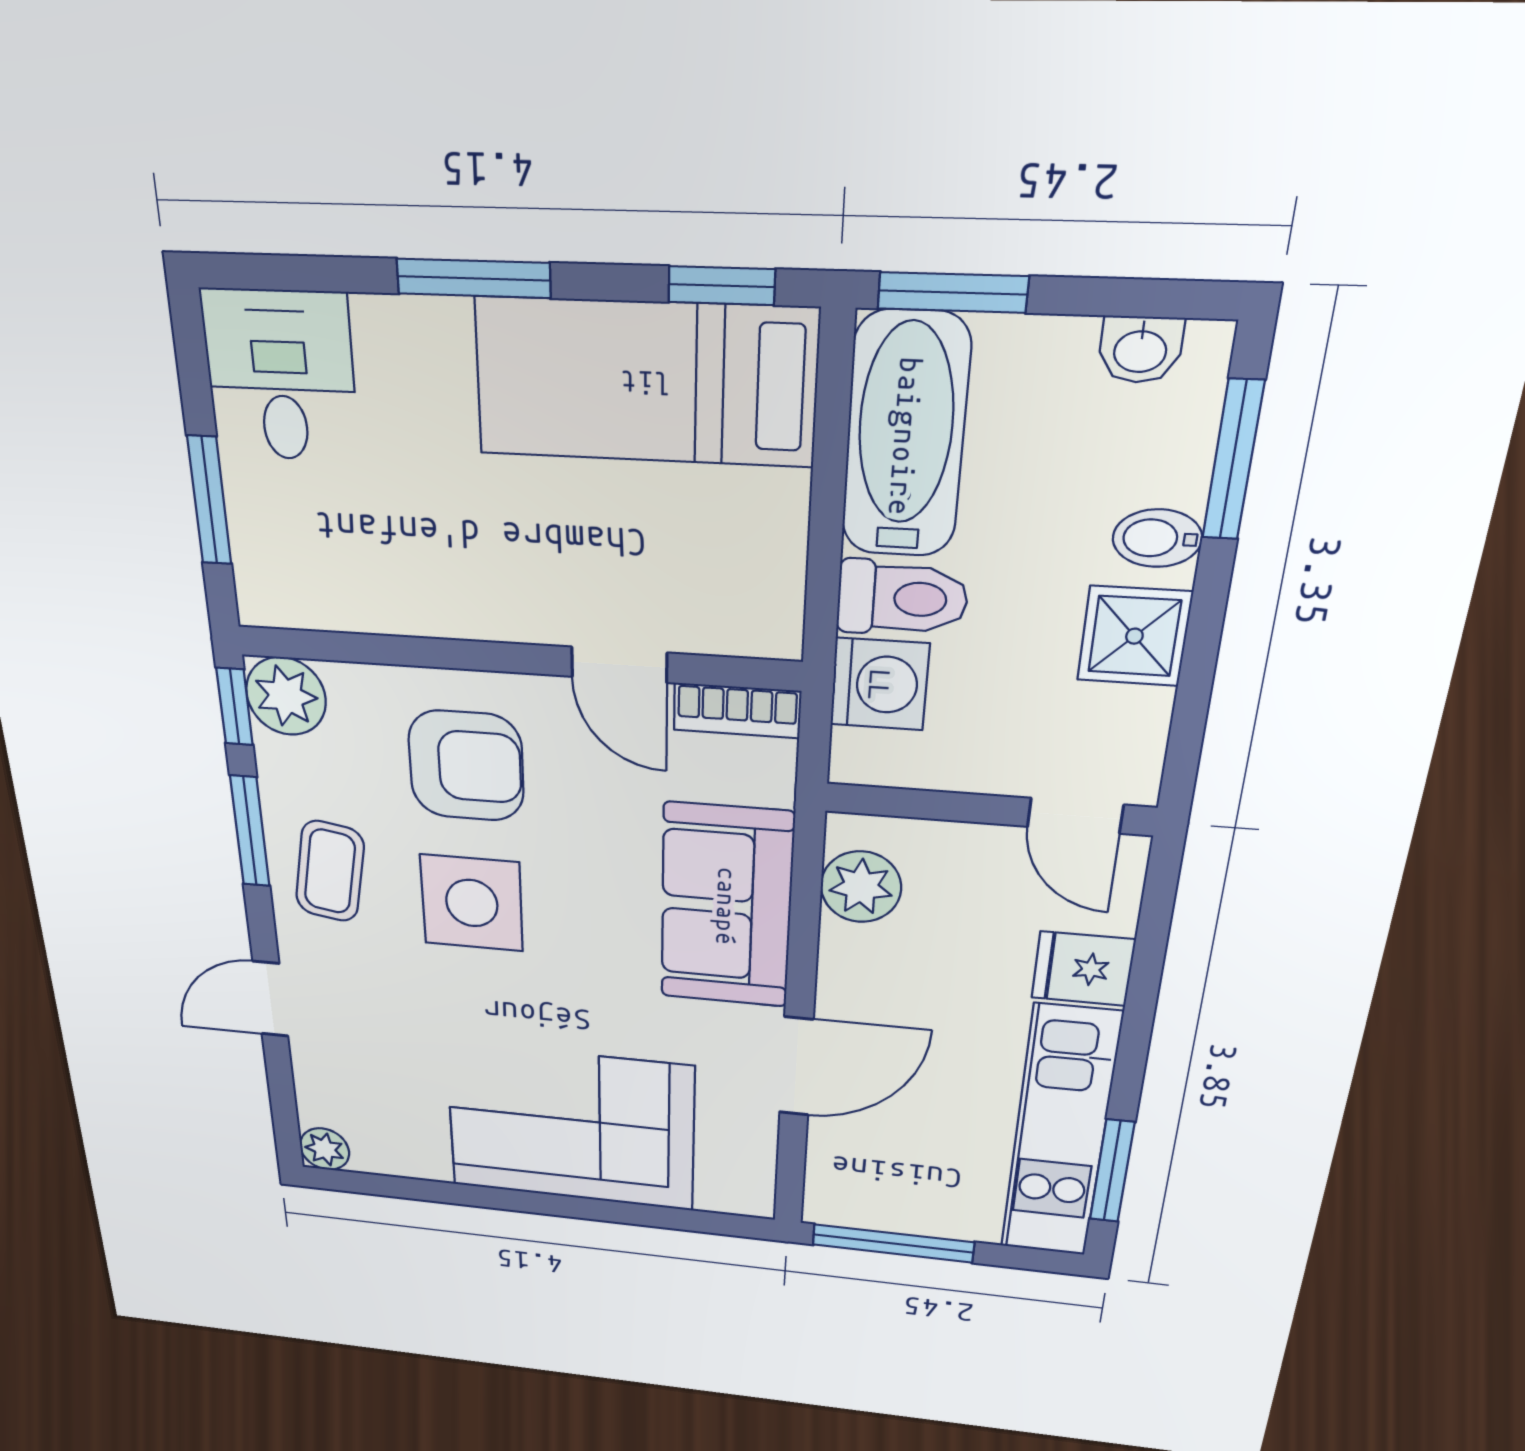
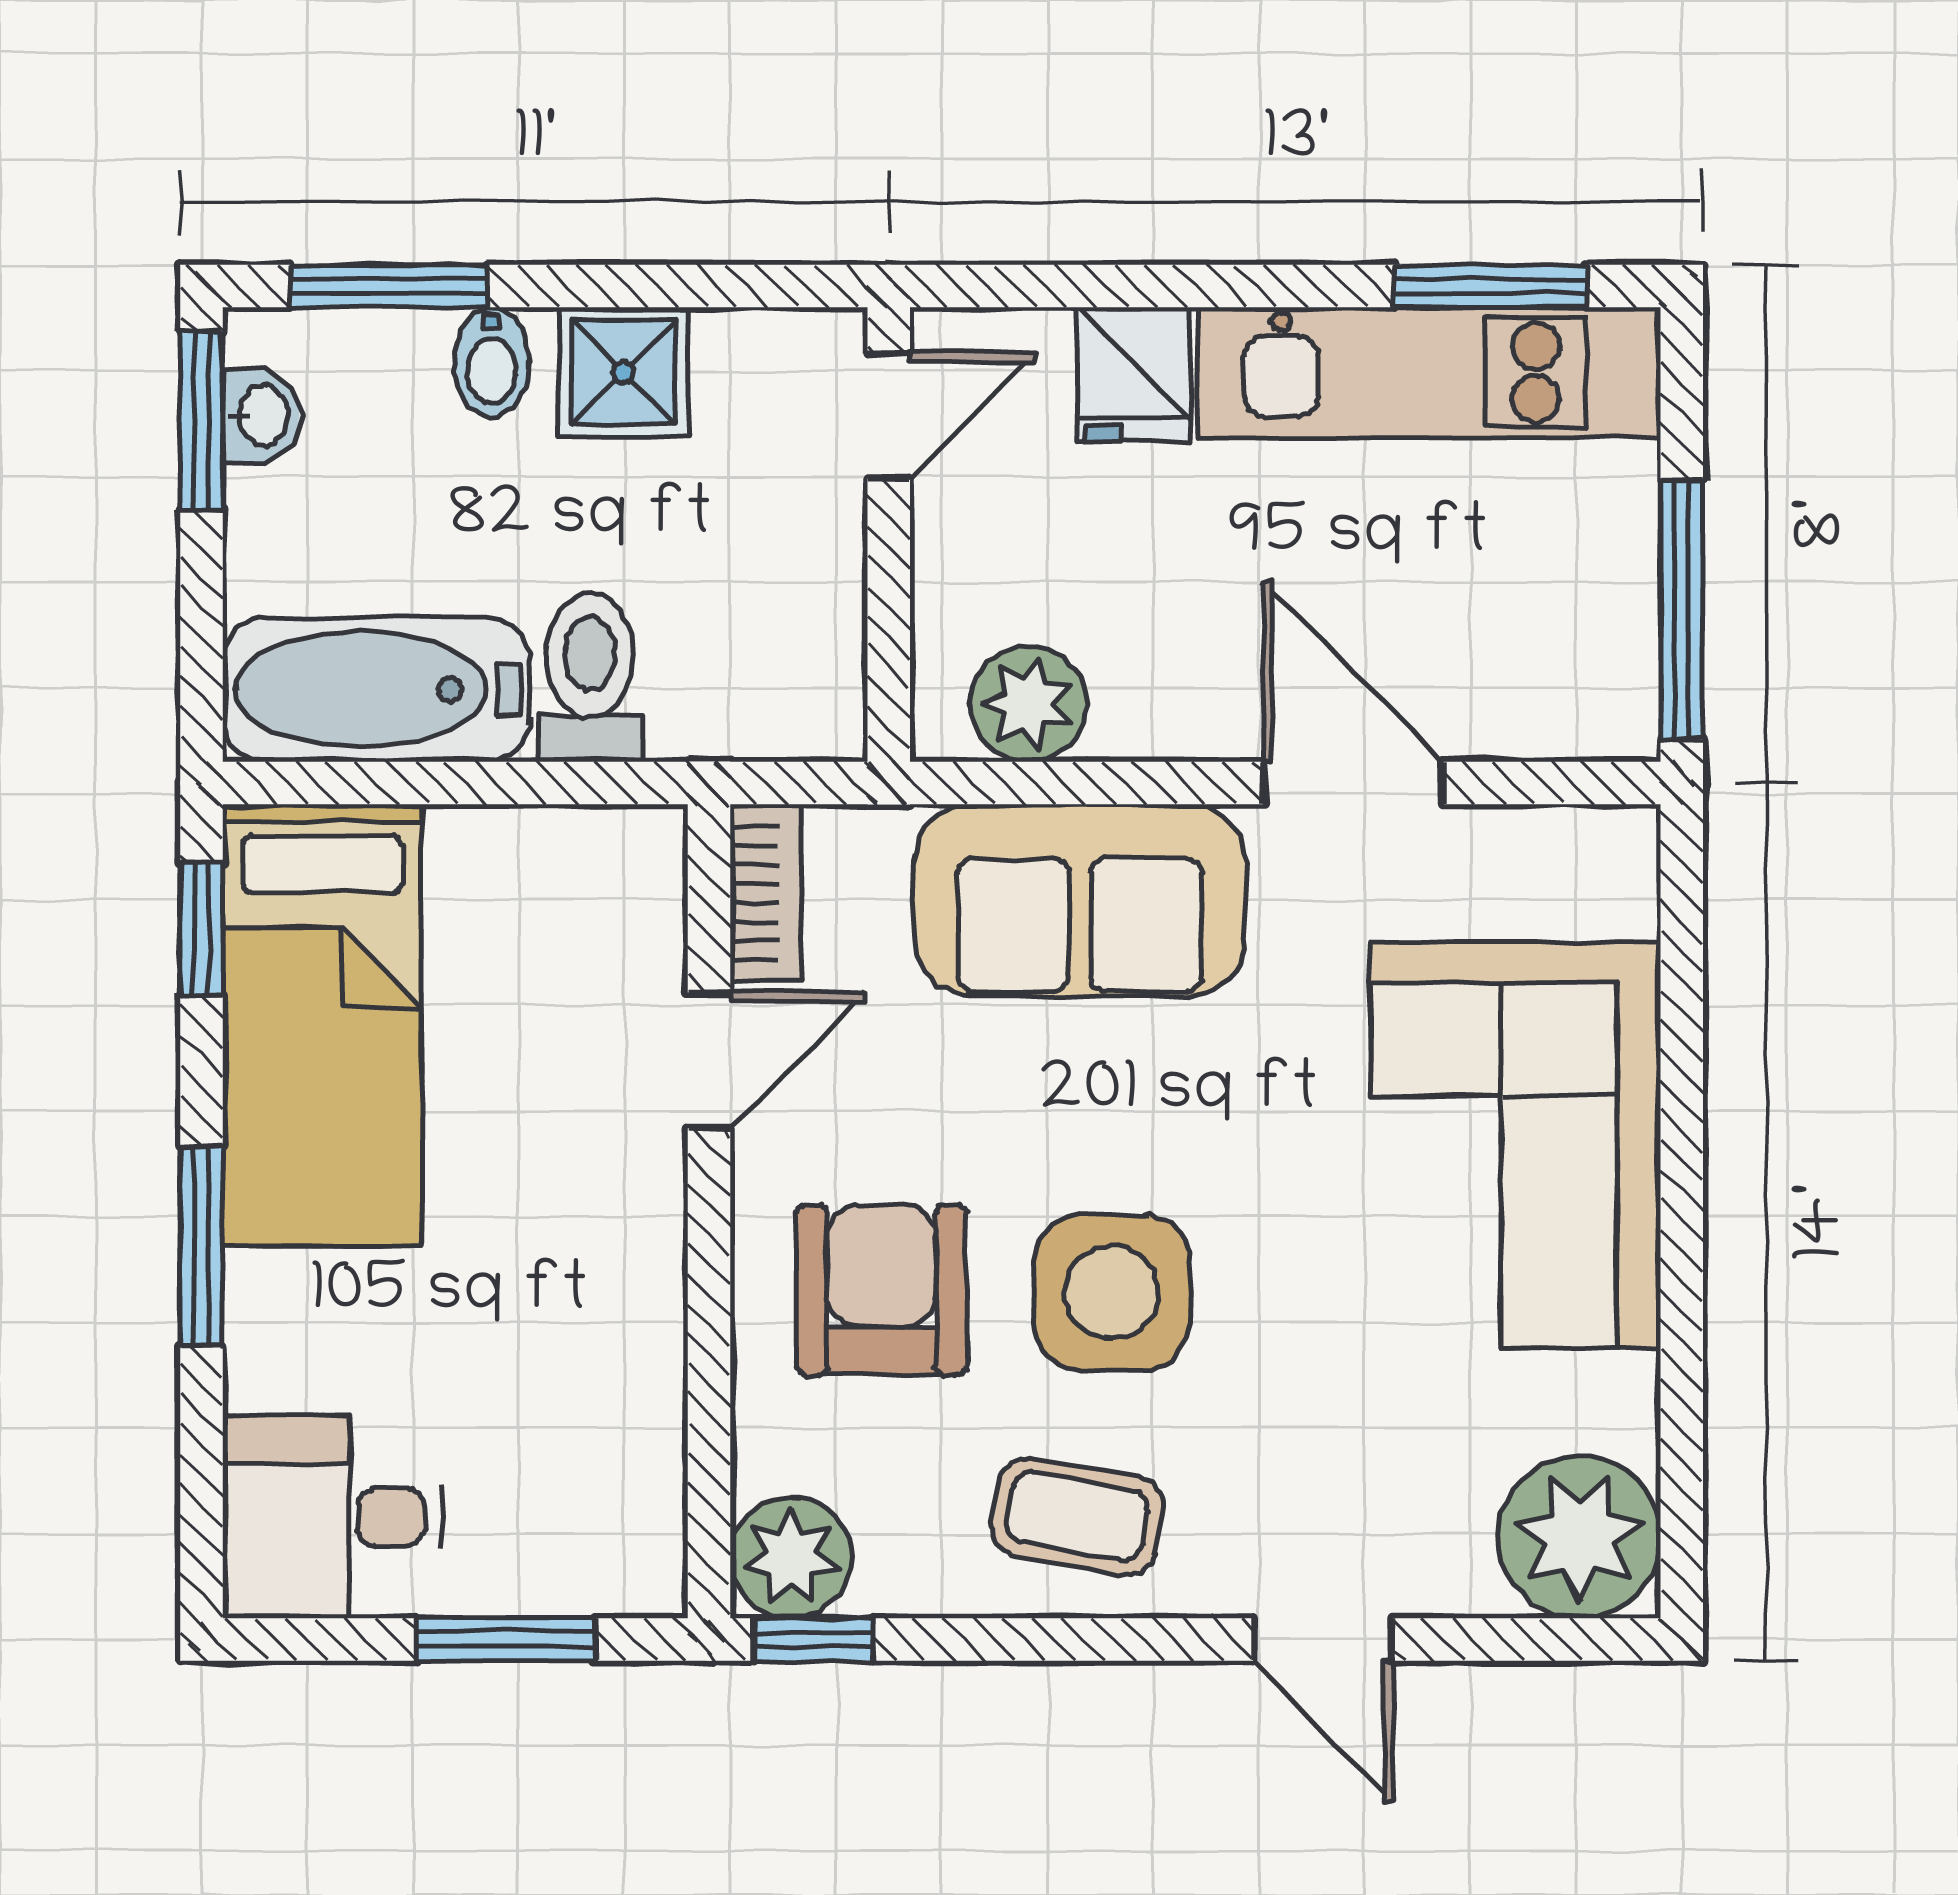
window: (953, 292) -> (202, 421), moved
washing machine: (879, 684) -> (713, 699), removed
window: (250, 831) -> (1019, 1640), removed
plant: (325, 1149) -> (1579, 1537), width x1.87, depth x1.87

